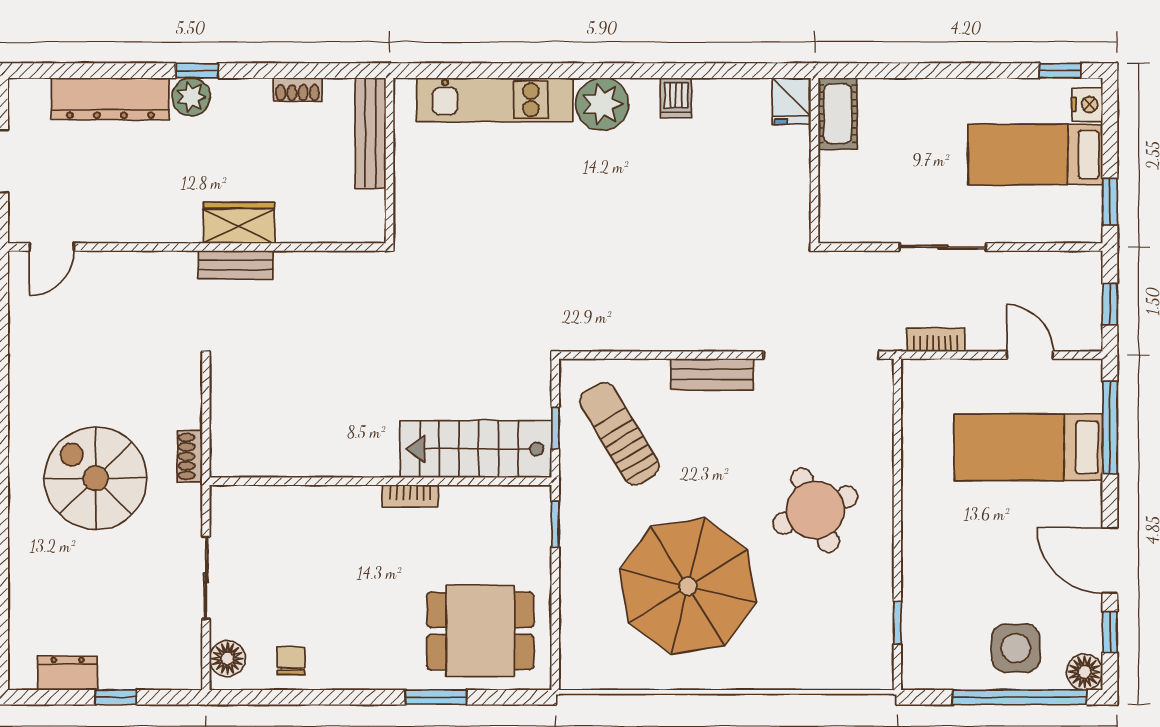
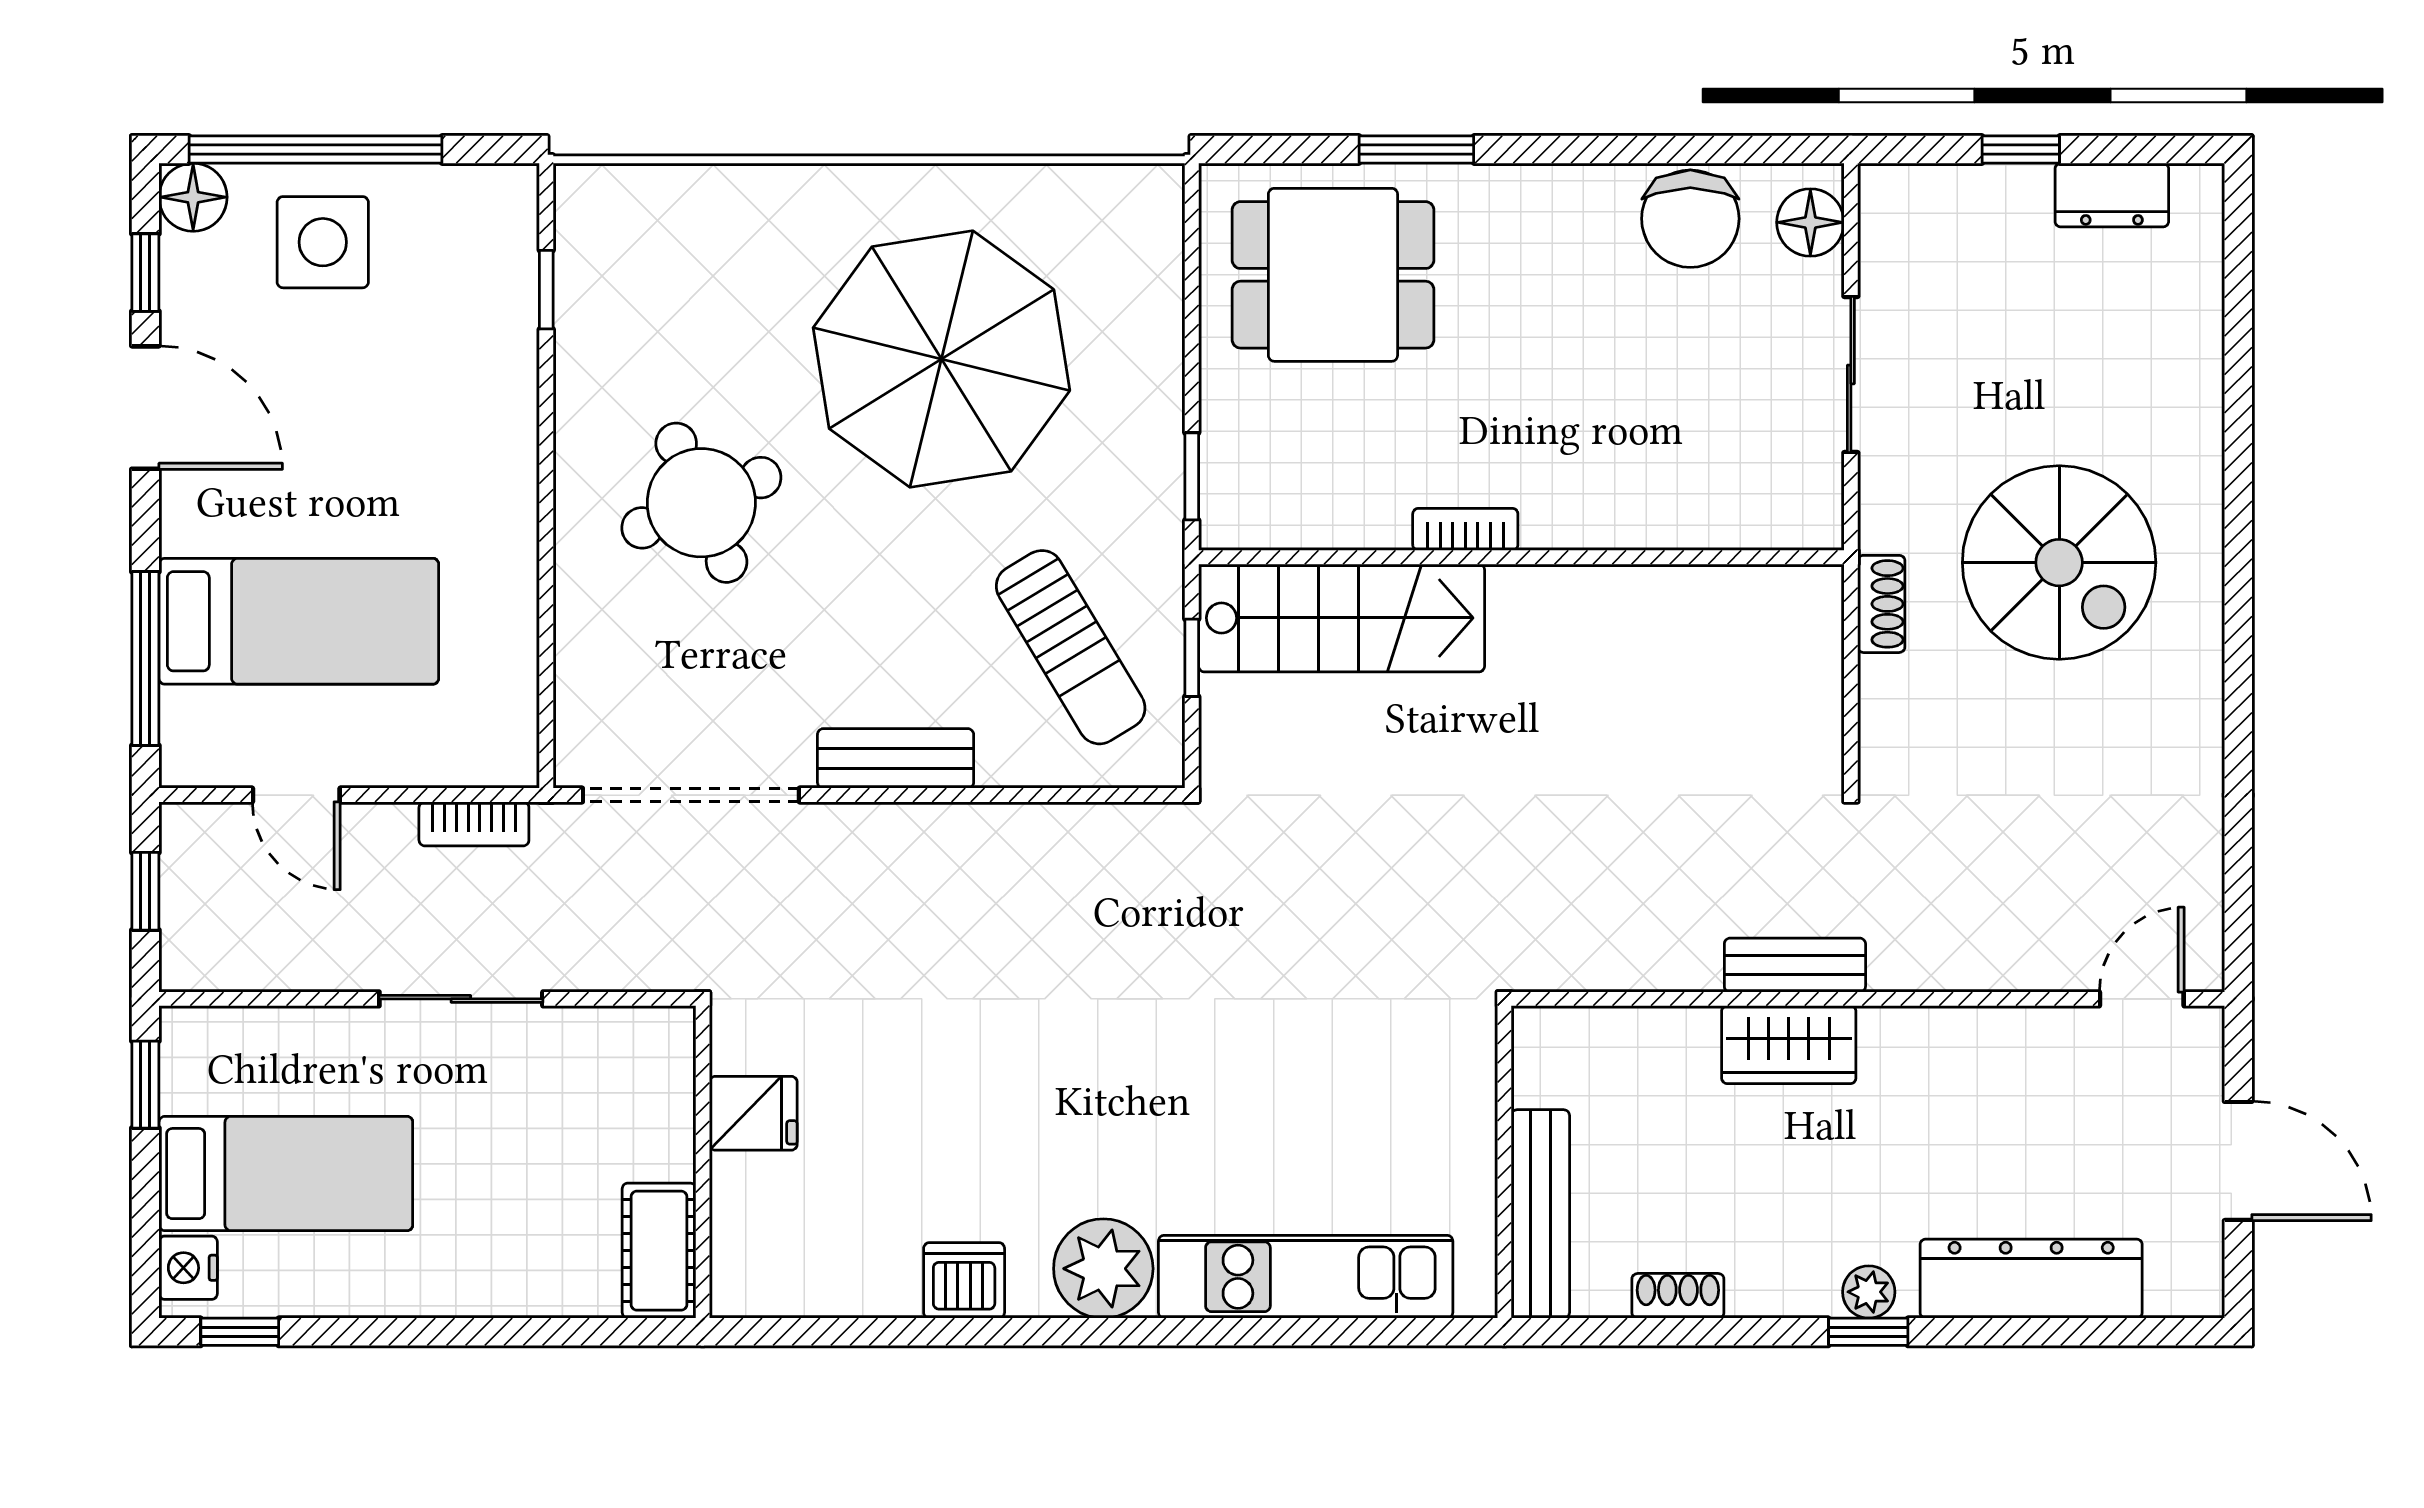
plant: (191, 97) -> (1869, 1292), width x0.73, depth x0.73
dishwasher: (676, 98) -> (964, 1280), width x1.38
fridge: (791, 101) -> (753, 1113), moved, turned 90
chair: (291, 661) -> (1690, 219), width x1.87, depth x1.87

